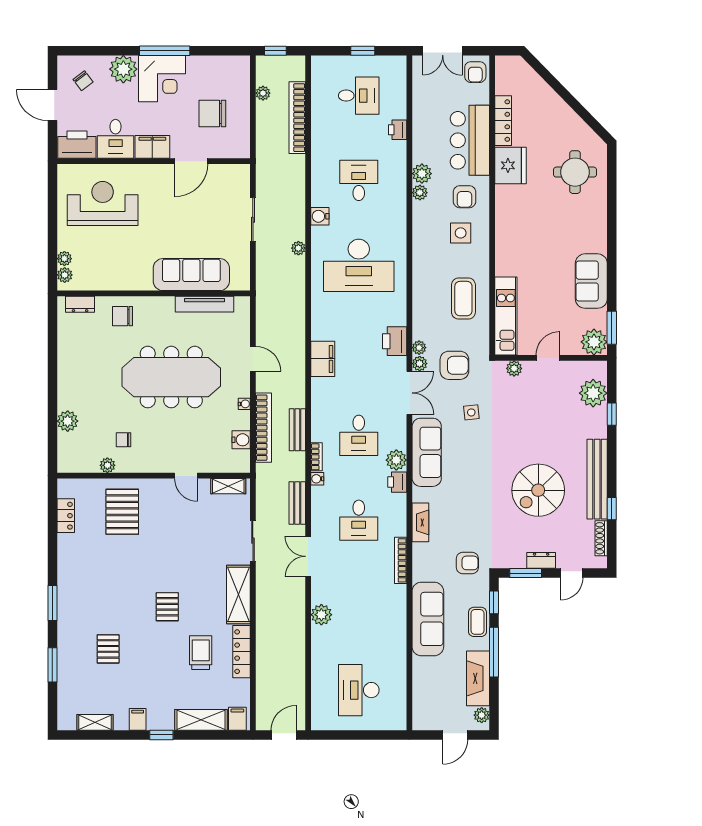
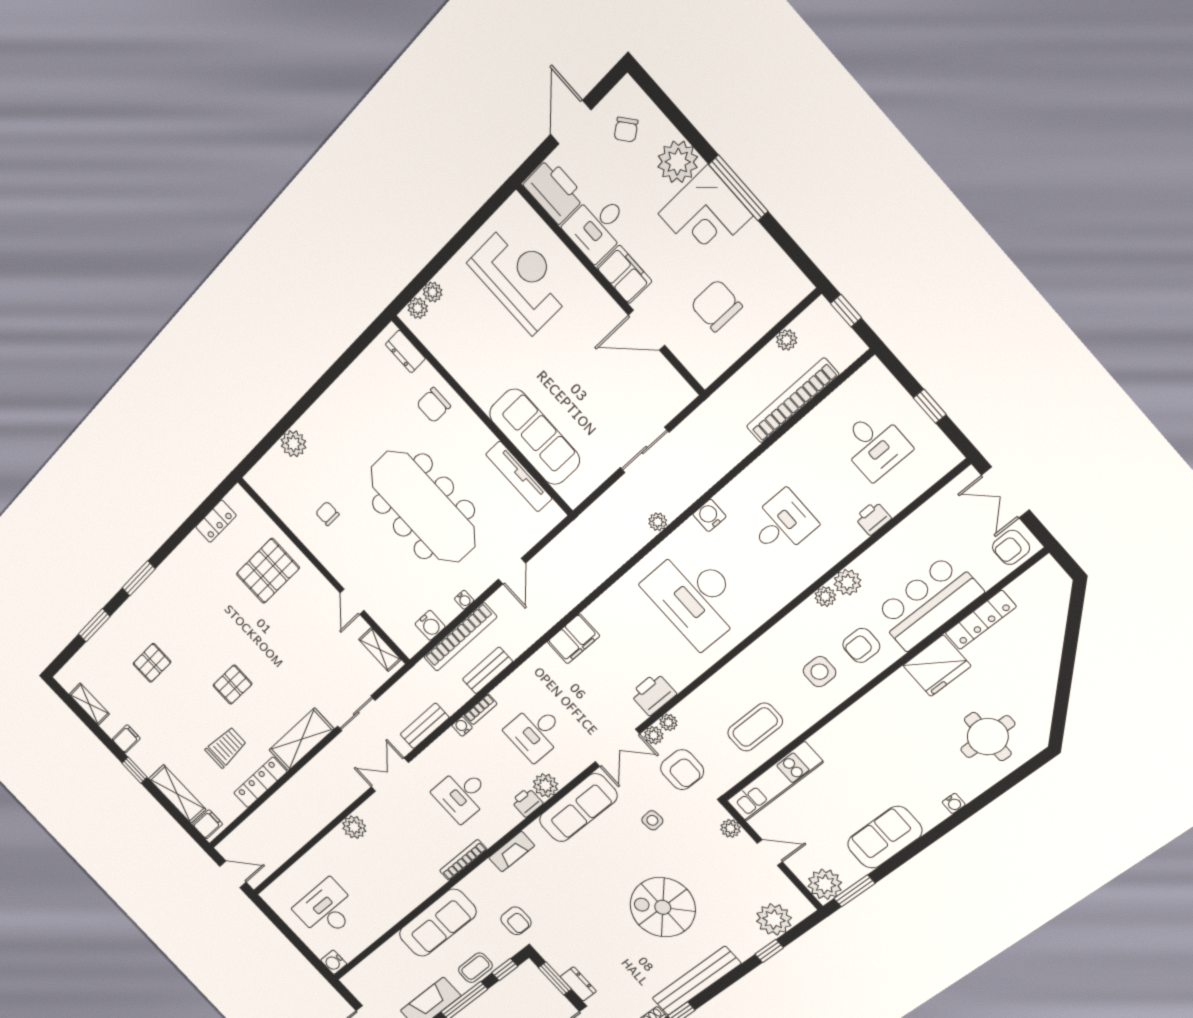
water cooler: (601, 224) -> (954, 803), added
chair: (122, 316) -> (434, 405), turned -90
plant: (107, 465) -> (292, 519), removed
spiral stairs: (538, 490) -> (663, 907), moved
water cooler: (398, 722) -> (334, 962), added

